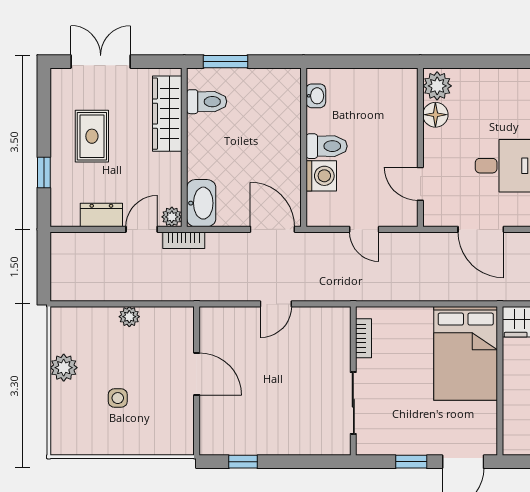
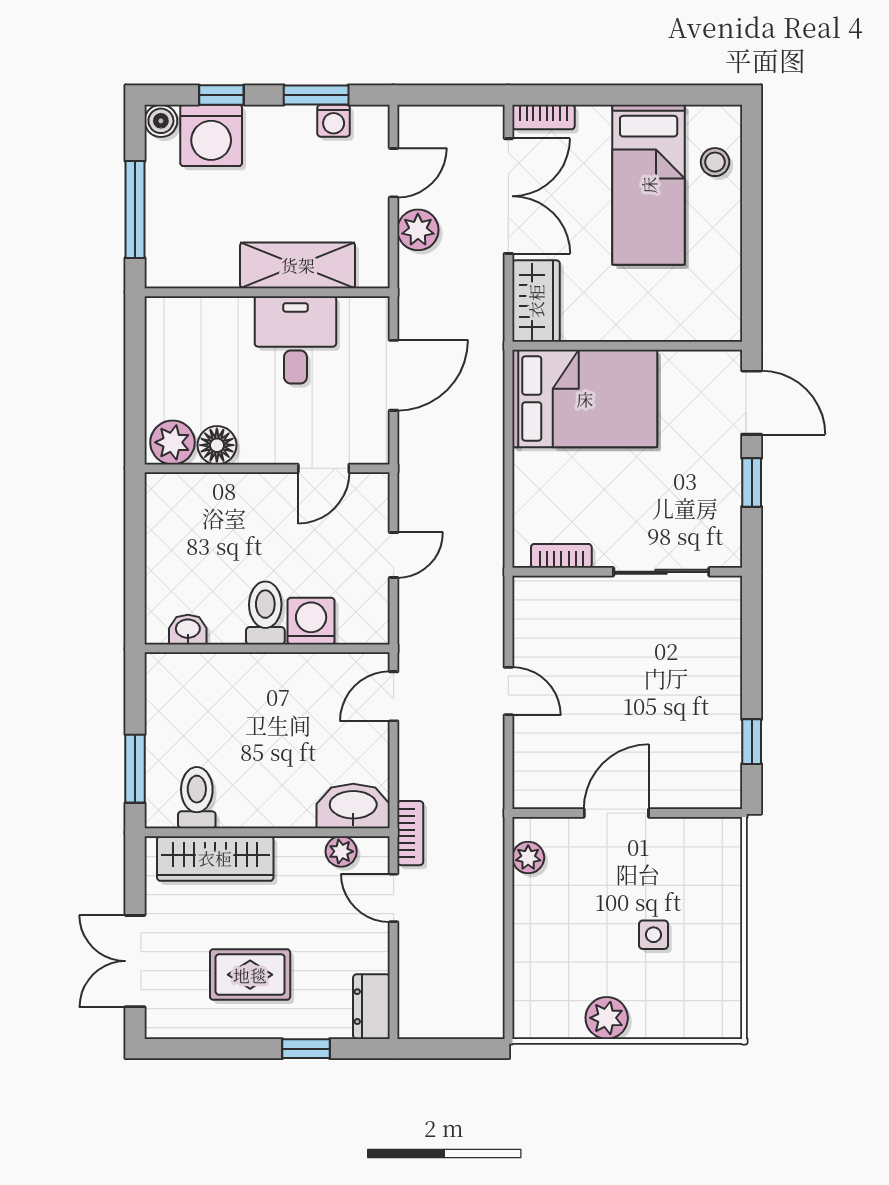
dresser: (101, 215) -> (371, 1007), moved
plant: (172, 217) -> (341, 851), moved
door: (272, 229) -> (394, 696), width x0.73
plant: (129, 317) -> (528, 858), moved

